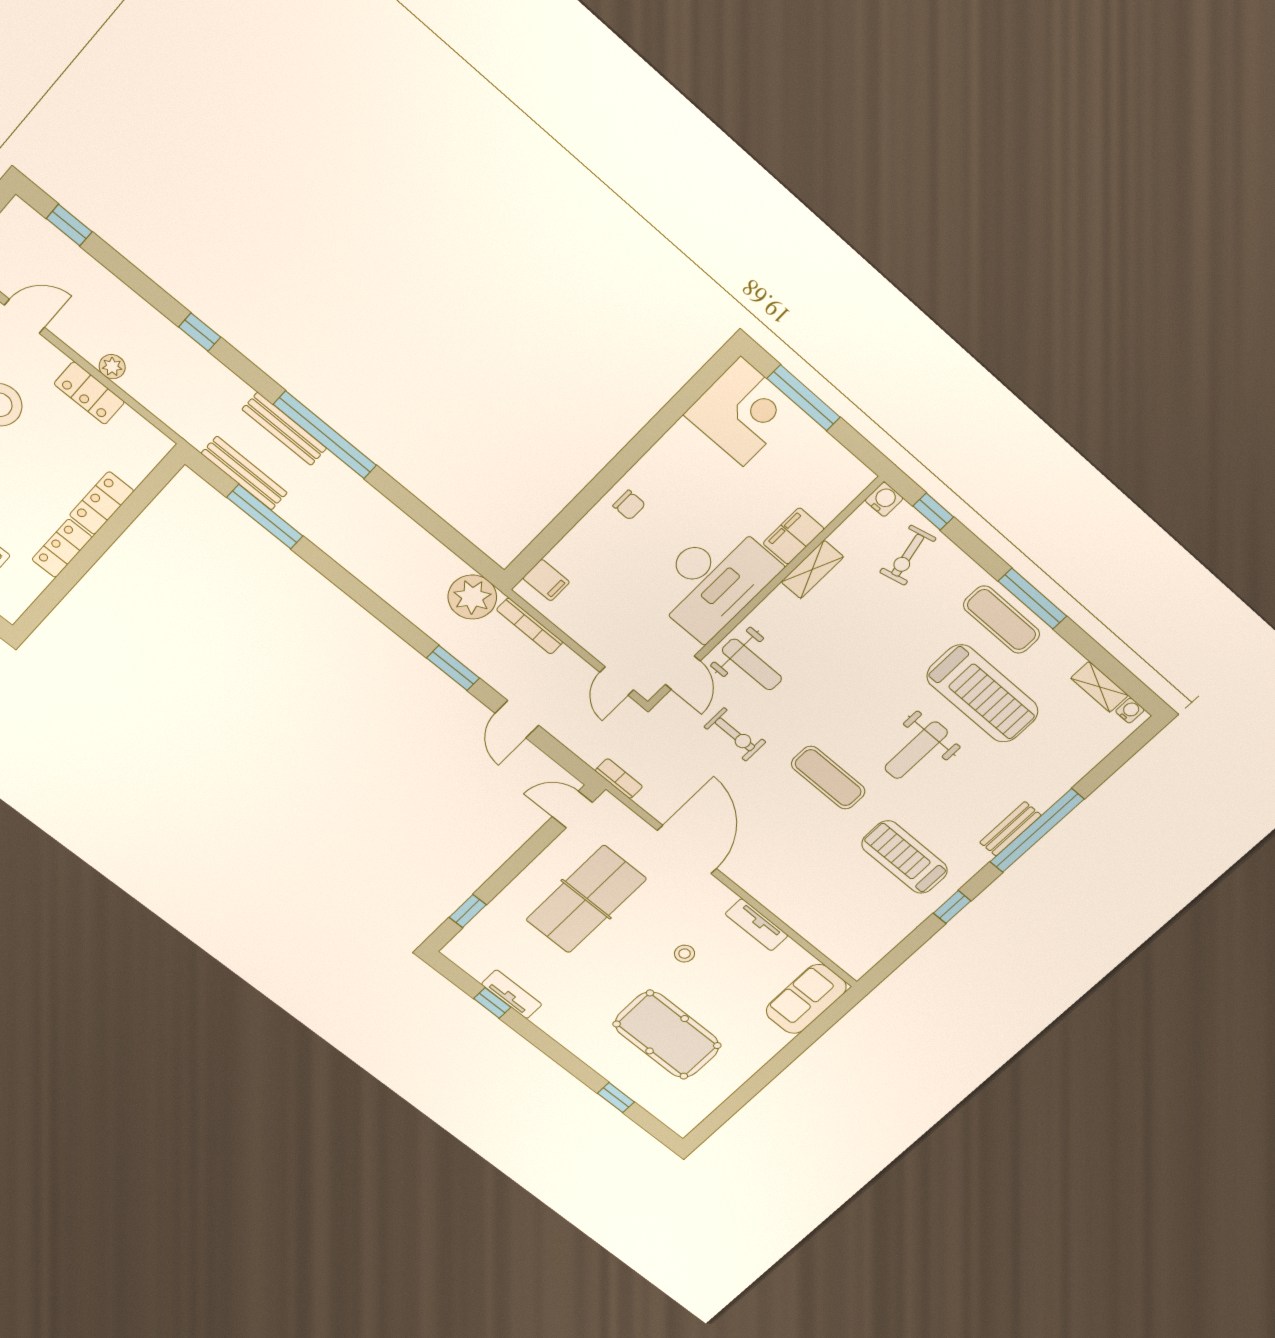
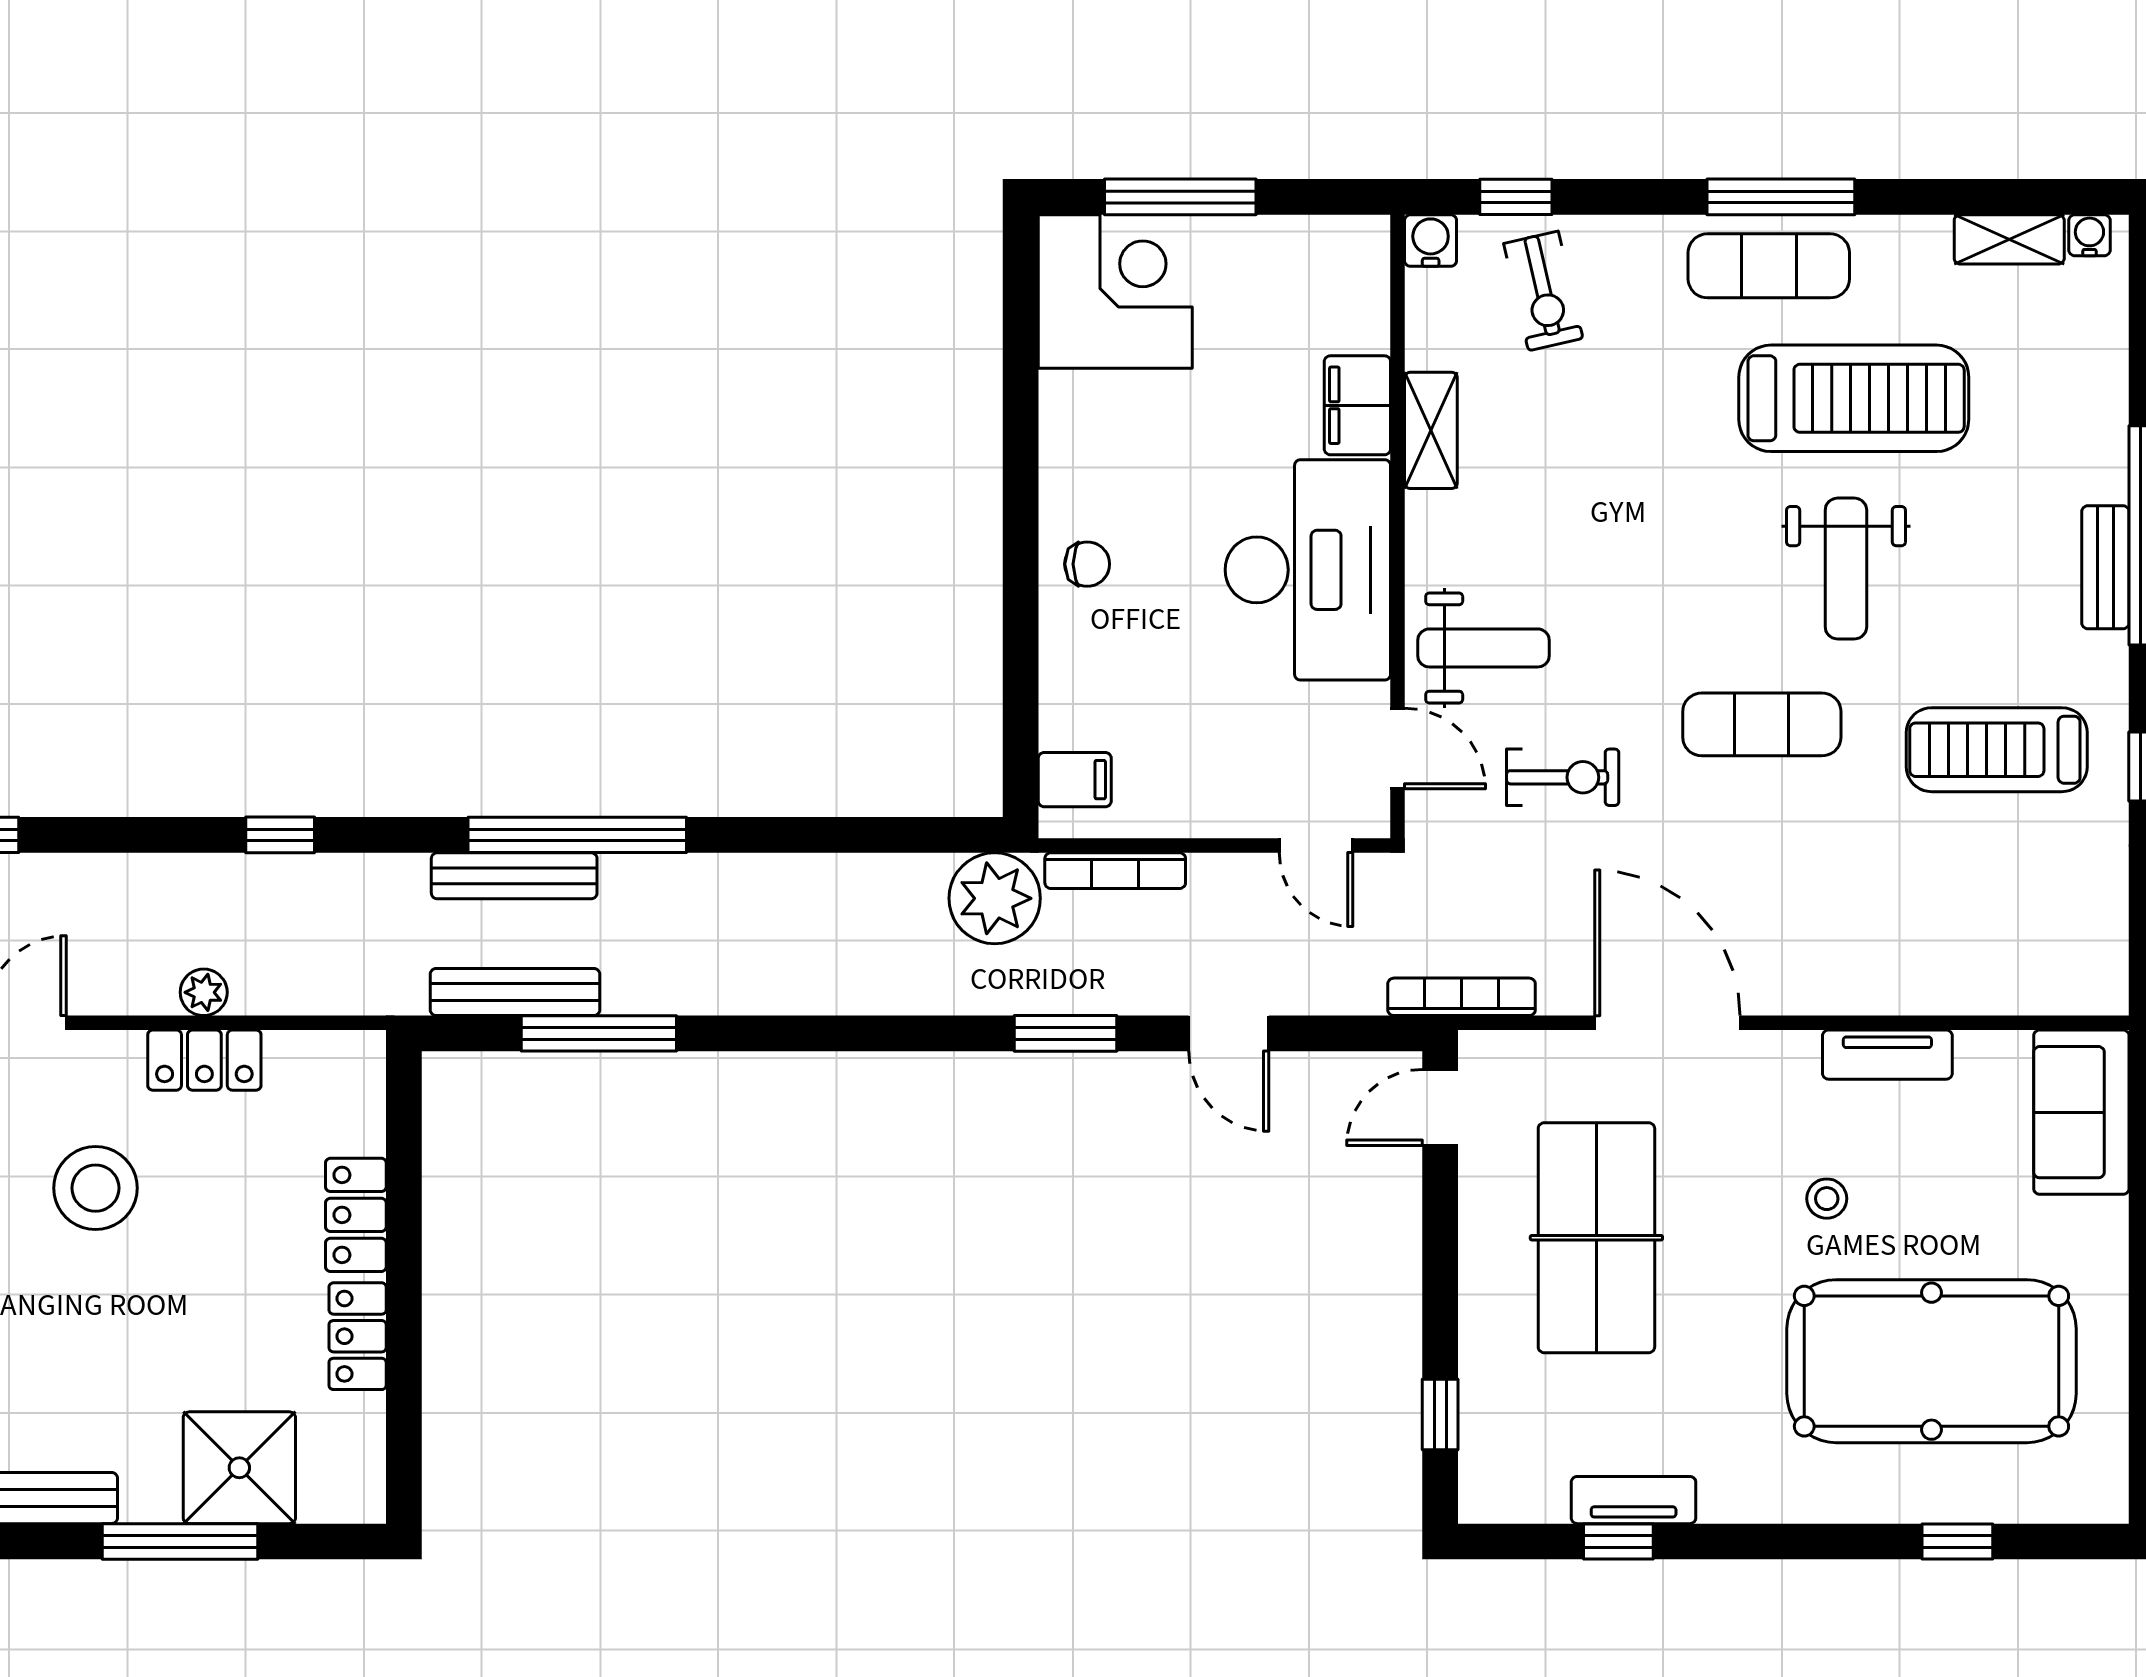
bookcase: (619, 779) -> (1462, 997), width x1.56
pool table: (667, 1035) -> (1931, 1361), width x1.36, depth x1.32

